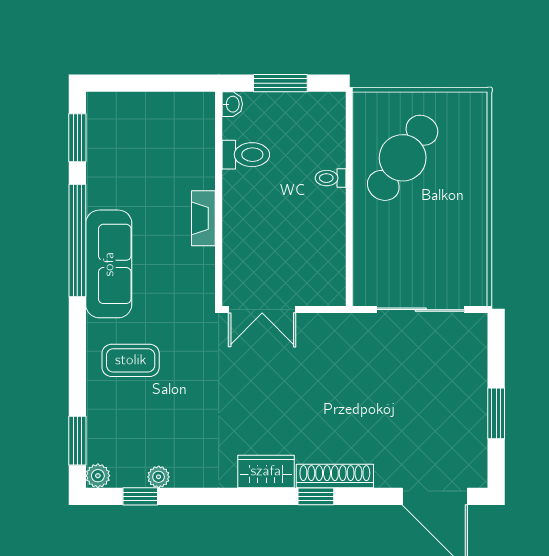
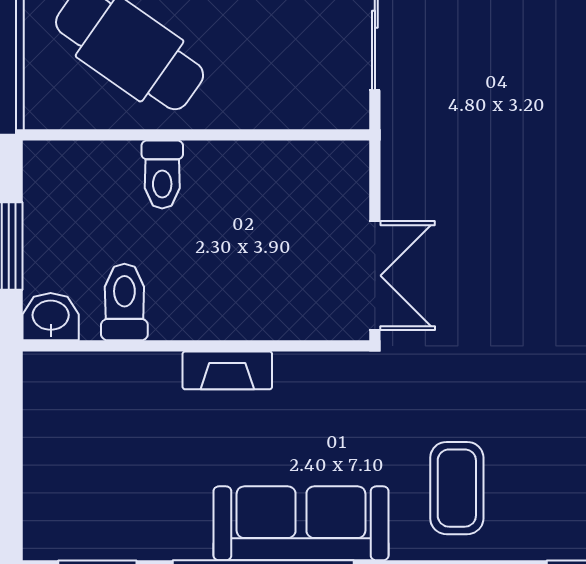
washbasin: (232, 104) -> (51, 317), width x1.38, depth x1.45
toilet: (331, 178) -> (162, 174), width x1.37, depth x1.39

